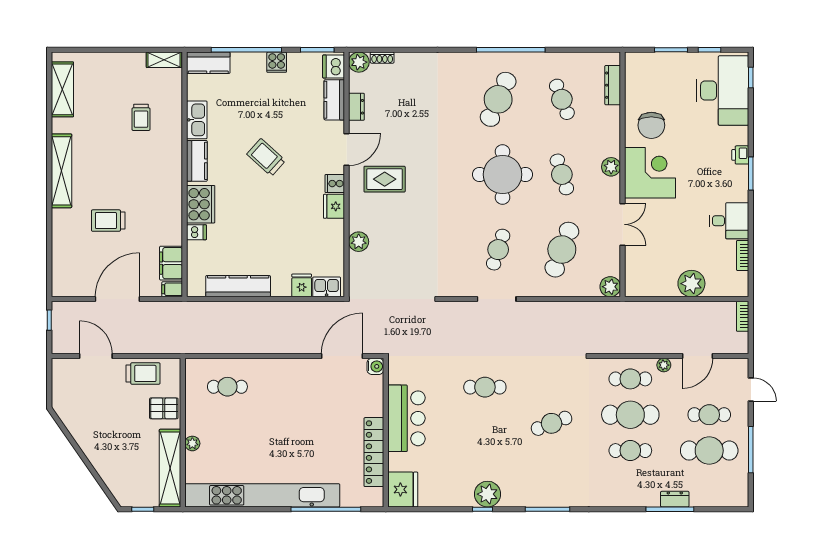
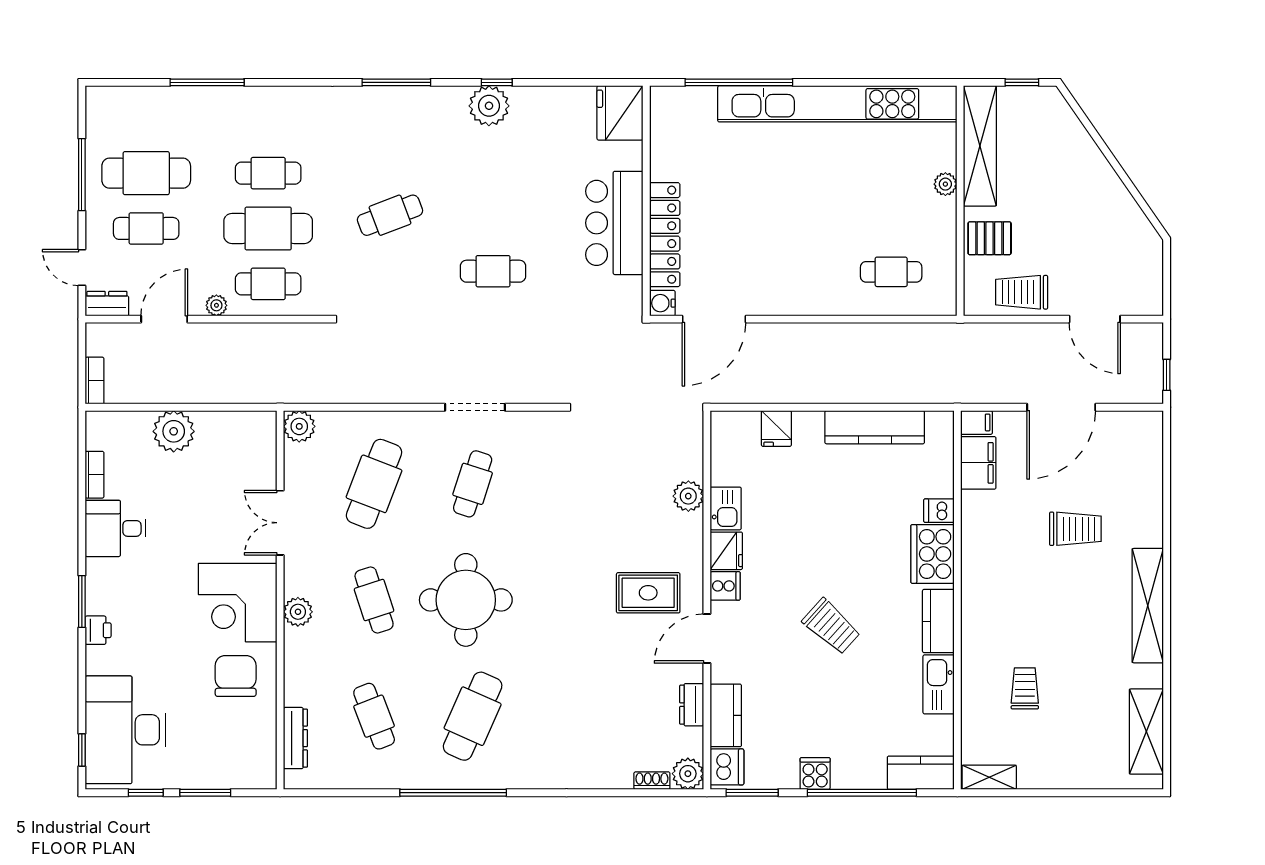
kitchen sink: (327, 287) -> (726, 508), moved, turned -90
locker: (374, 452) -> (665, 235), moved
dresser: (675, 499) -> (107, 304), moved, turned 180

